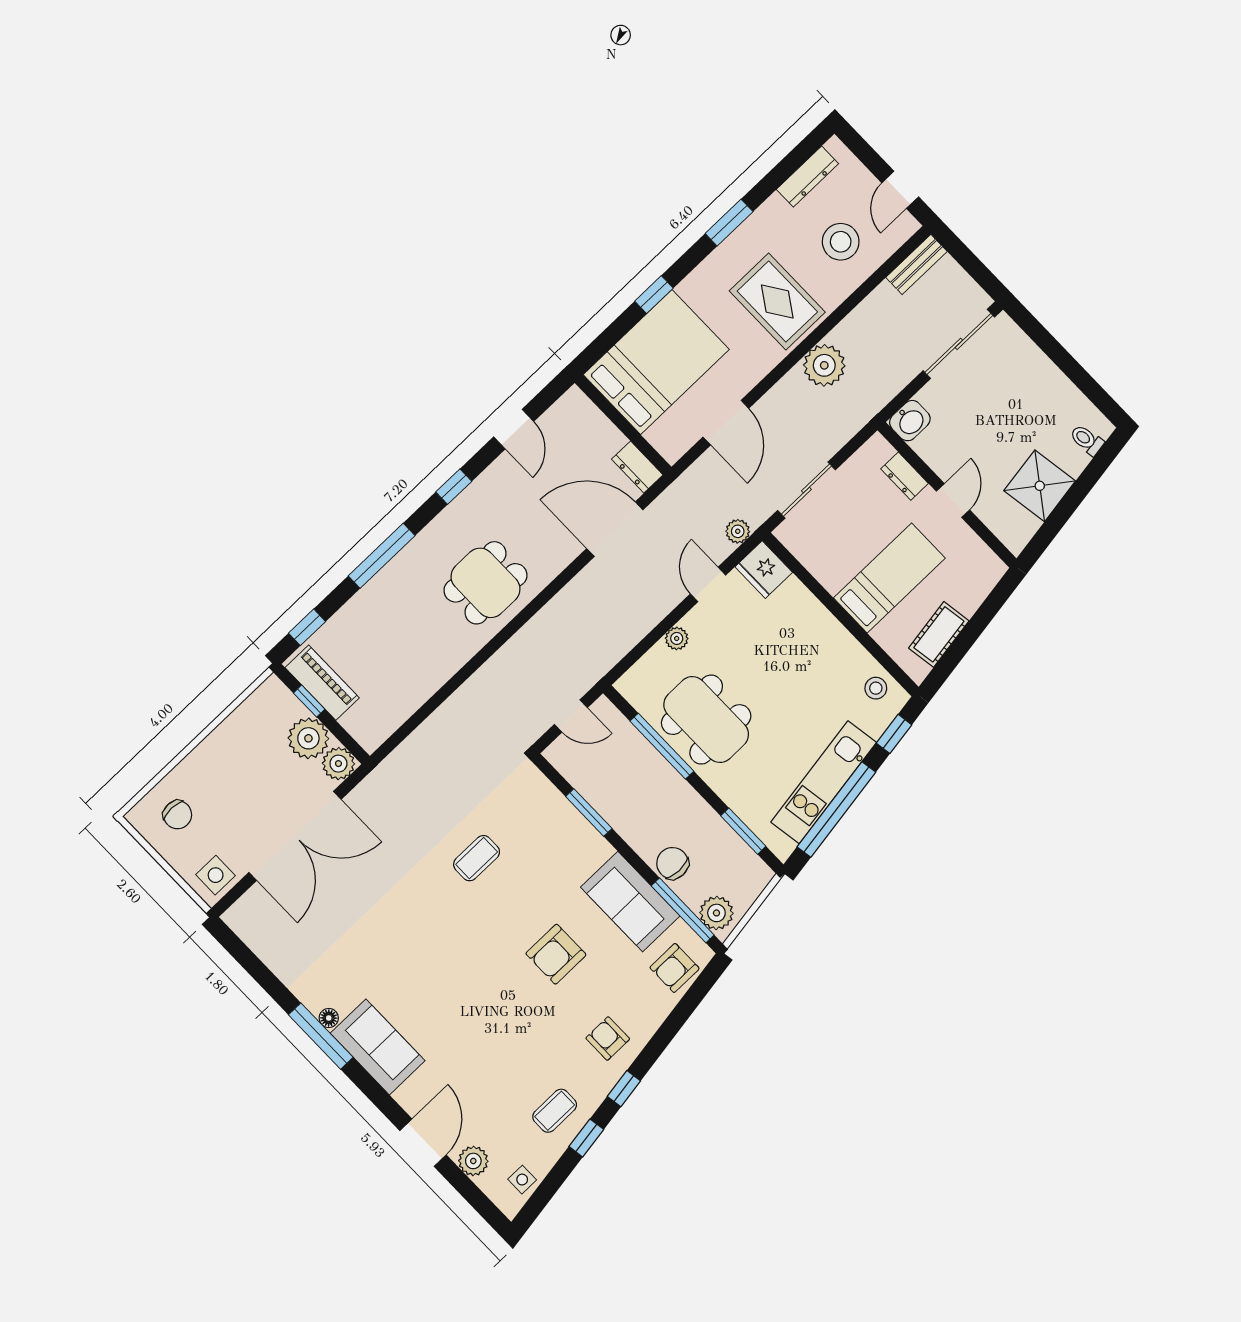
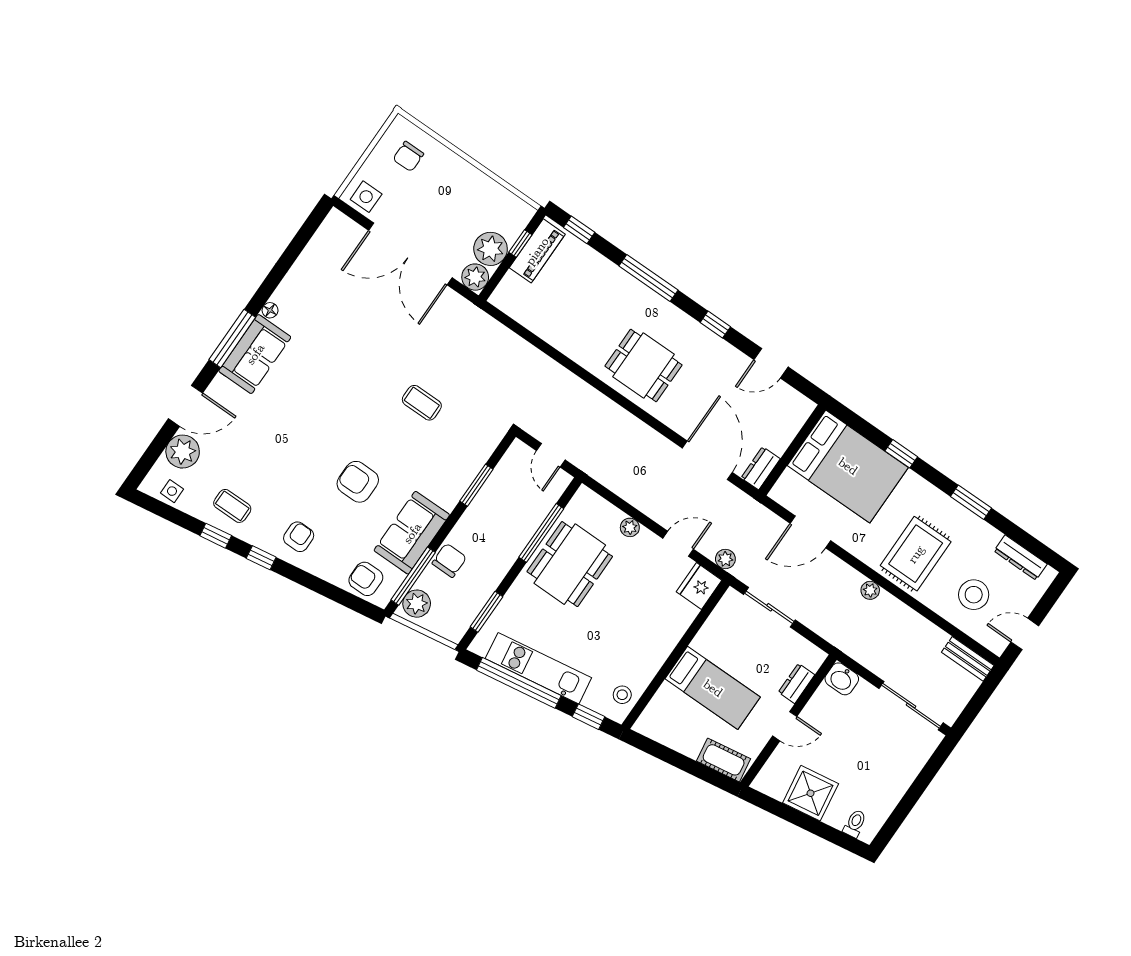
plant: (824, 365) -> (870, 590), width x0.53, depth x0.53
cot: (939, 634) -> (724, 760), moved
window: (321, 1036) -> (232, 338), moved
plant: (473, 1161) -> (183, 452), width x1.36, depth x1.36

